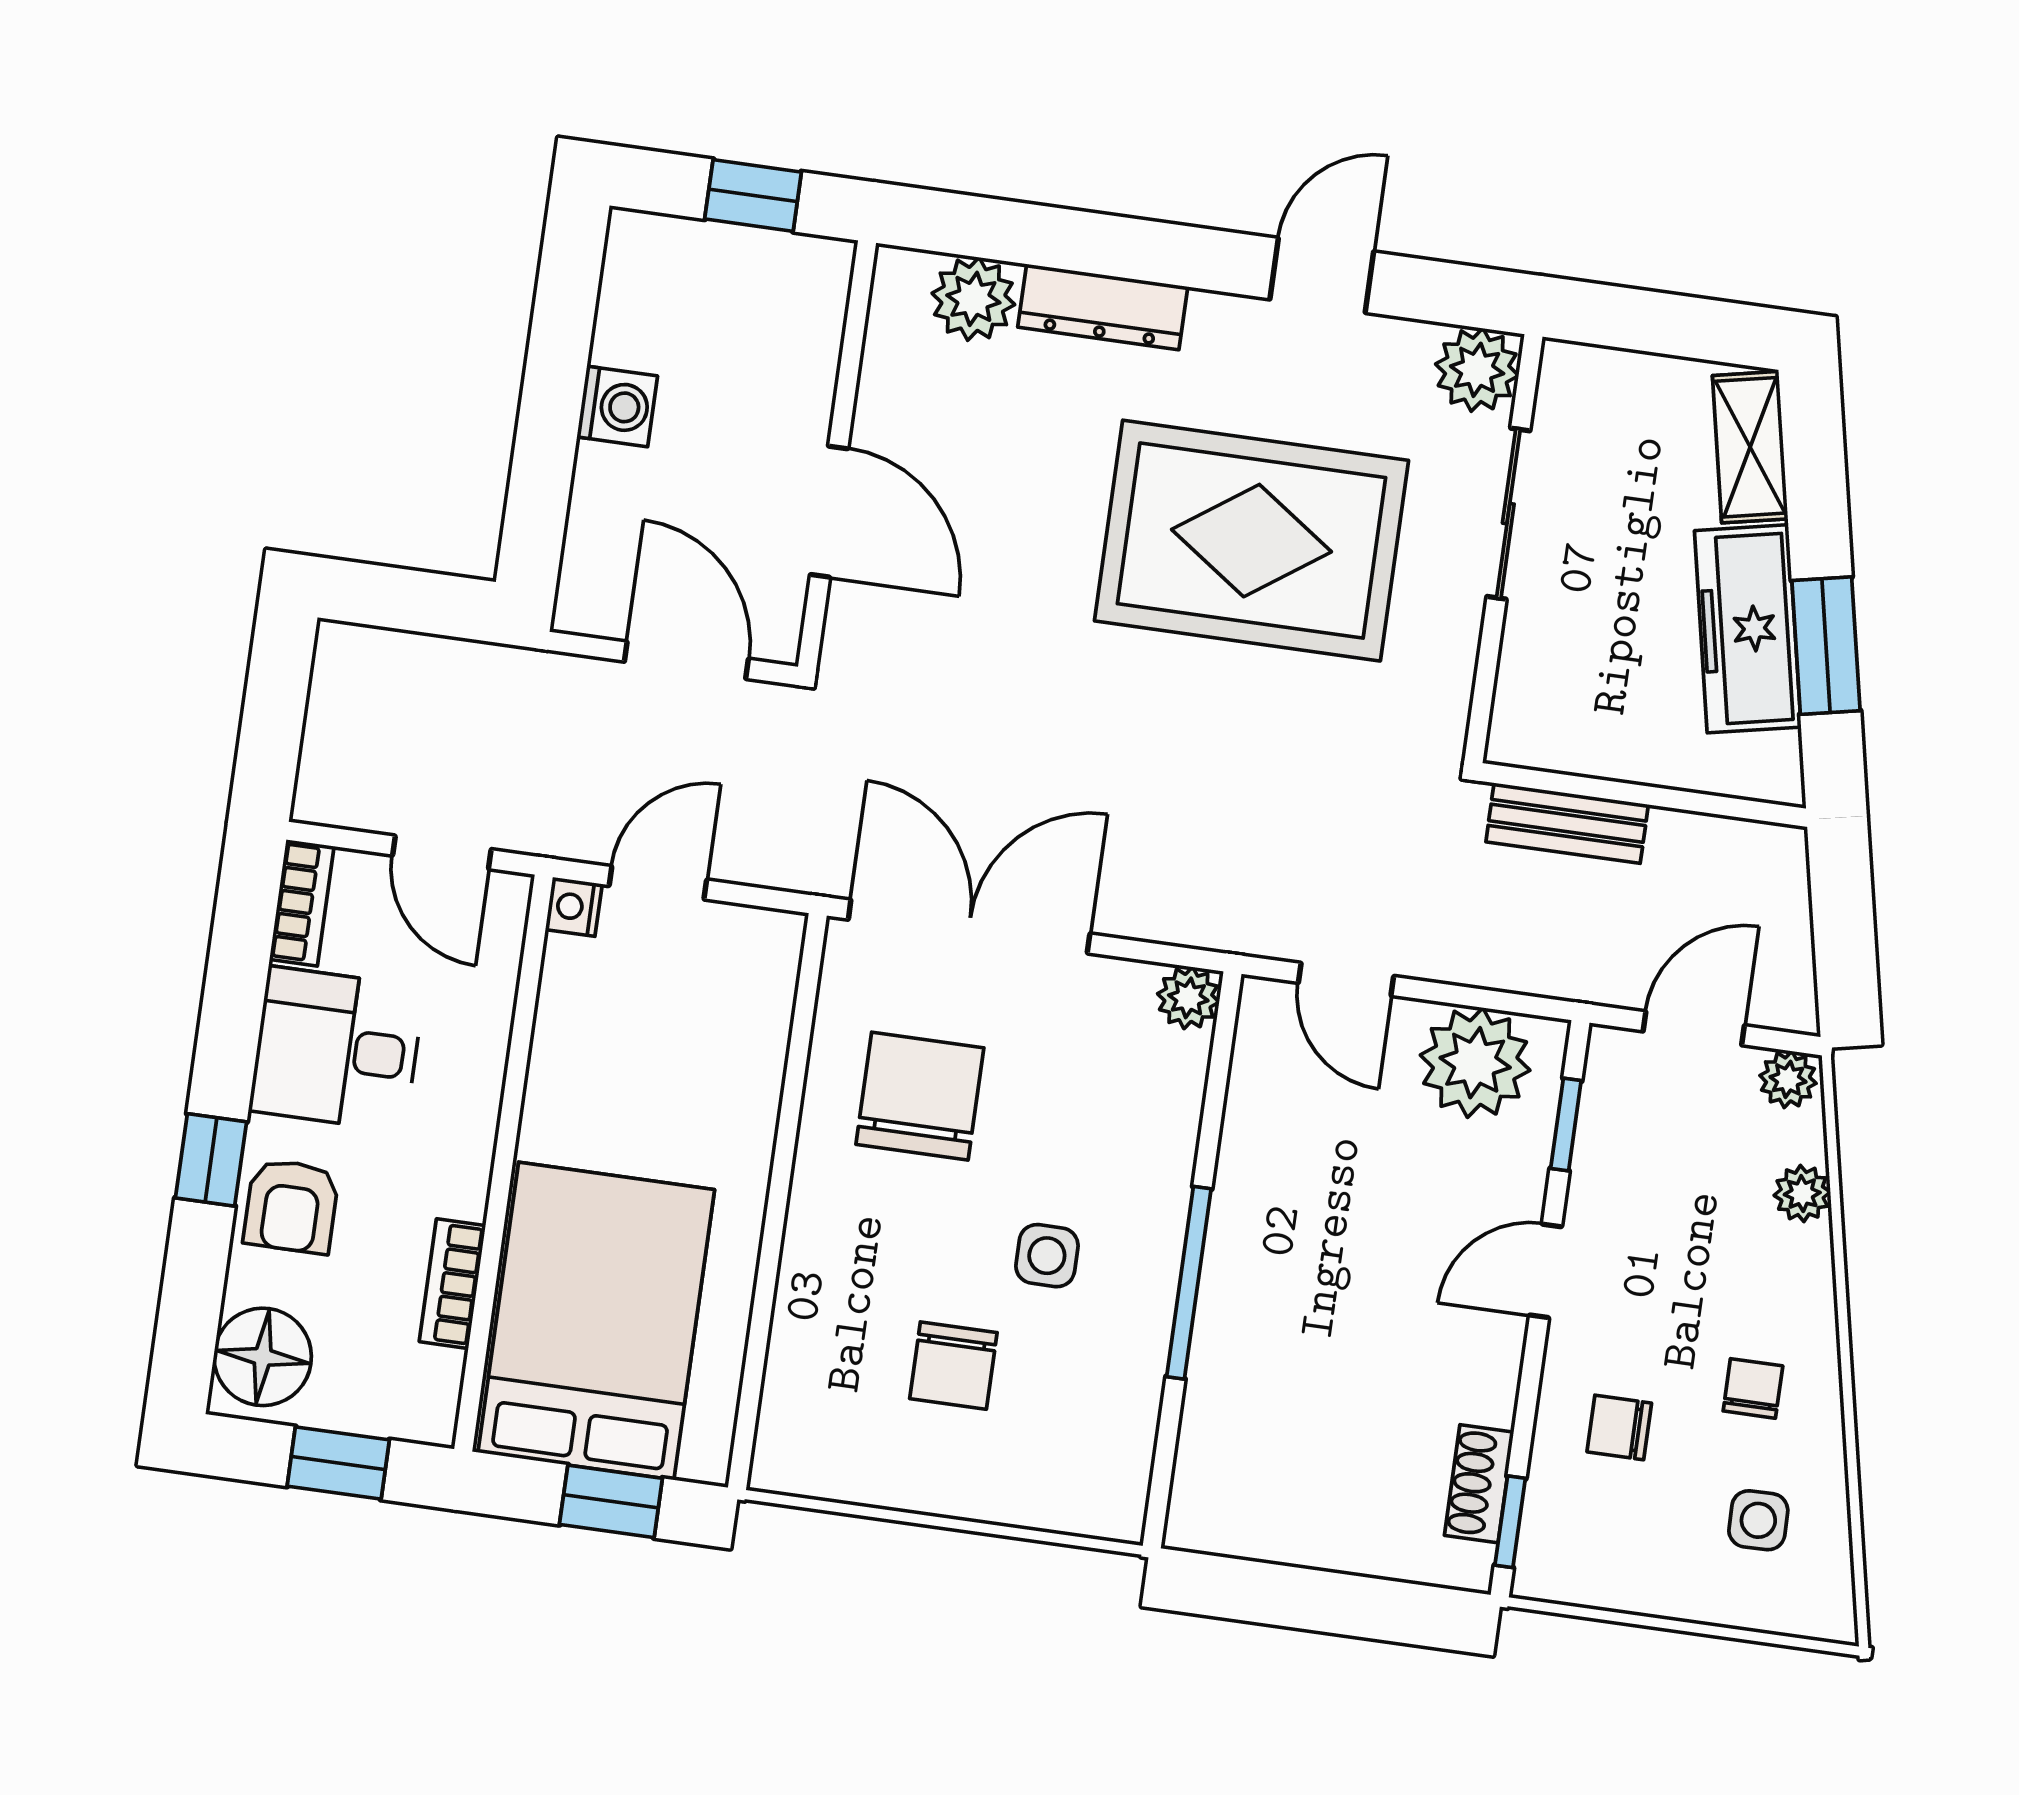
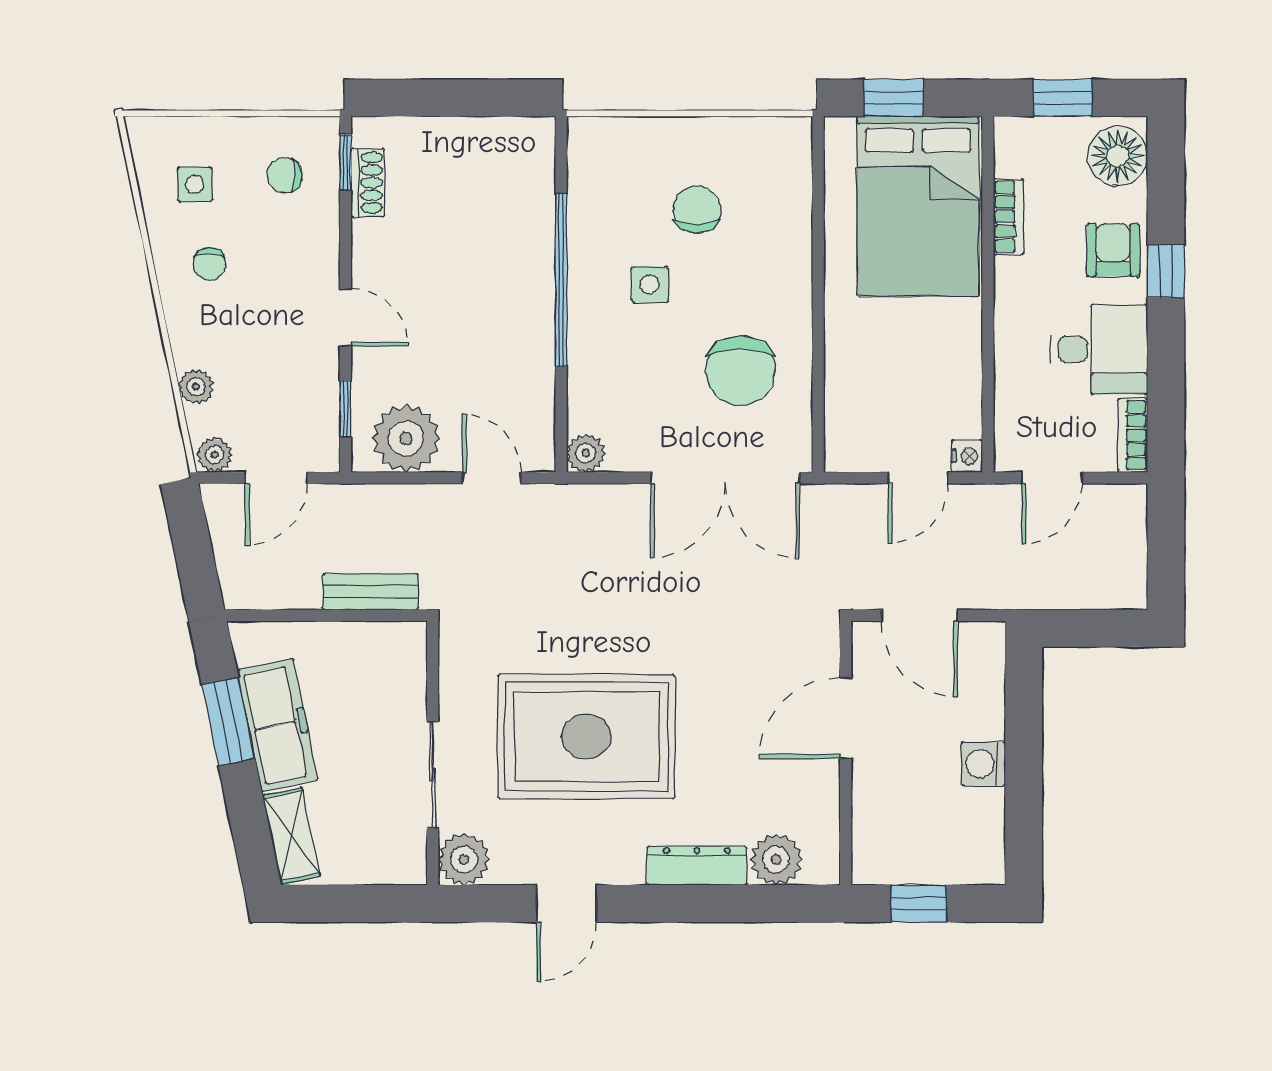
door: (829, 512) -> (846, 718), hinge flipped
door: (442, 852) -> (1052, 478), swing flipped
door: (1545, 1271) -> (345, 318), hinge flipped
window: (1189, 1283) -> (561, 280), width x1.46
chair: (1619, 1427) -> (285, 175), moved, turned 180

